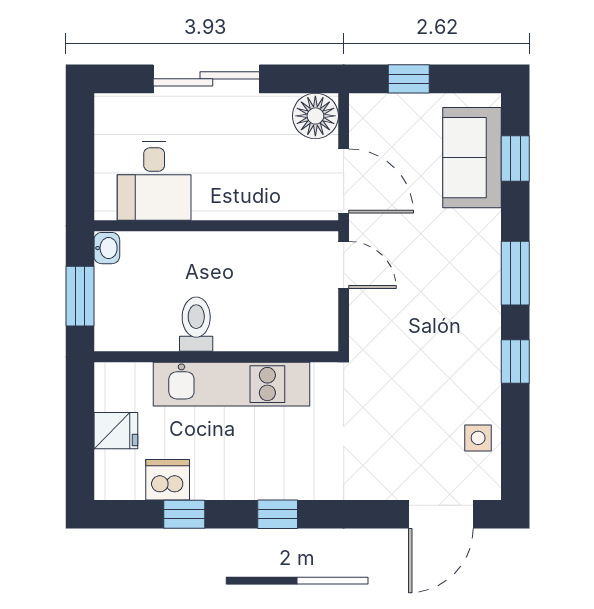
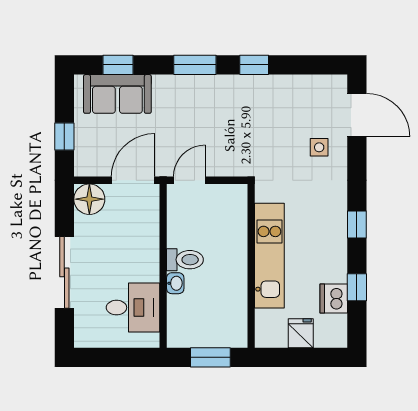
washbasin: (107, 248) -> (175, 283), moved, turned 90
toilet: (196, 324) -> (185, 260), moved, turned 180
side table: (478, 438) -> (319, 147), moved

